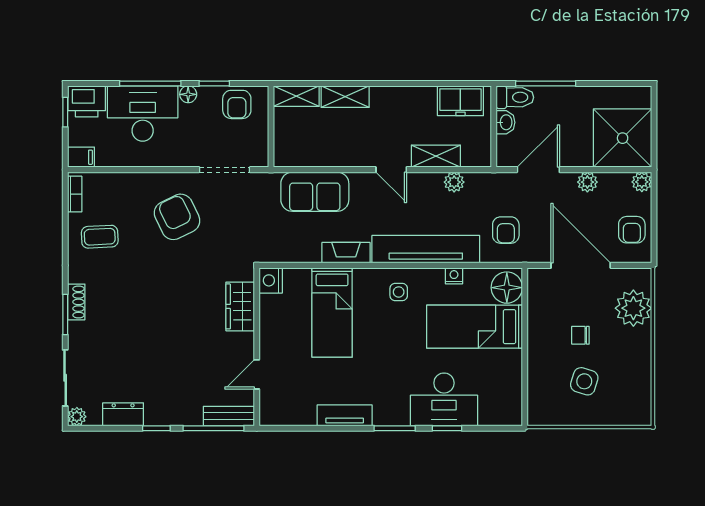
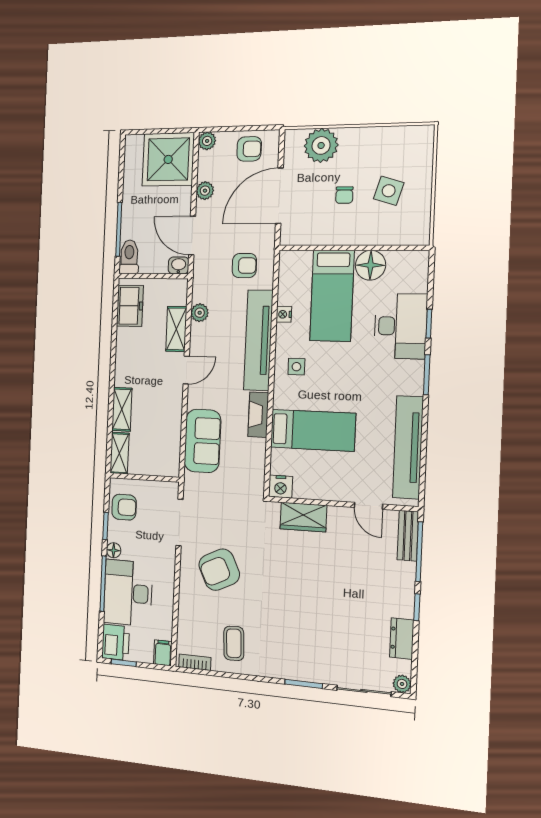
washbasin: (506, 122) -> (179, 265), moved
floor lamp: (507, 288) -> (370, 265), moved
shoe rack: (76, 302) -> (292, 672), removed
tv unit: (345, 415) -> (408, 447), width x1.92, depth x1.29

